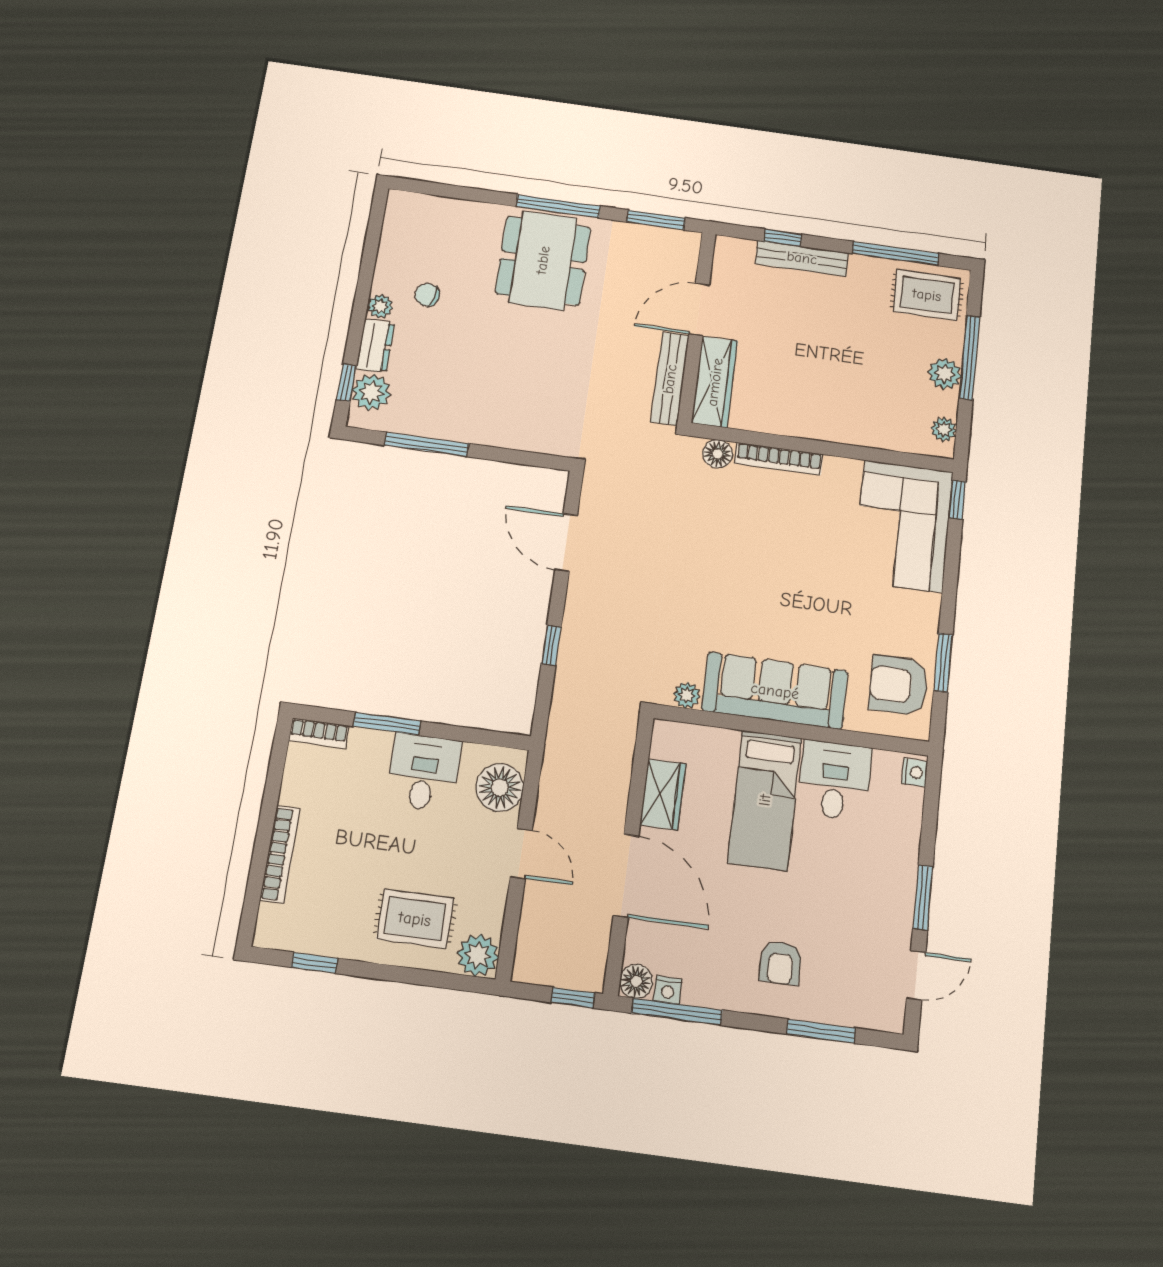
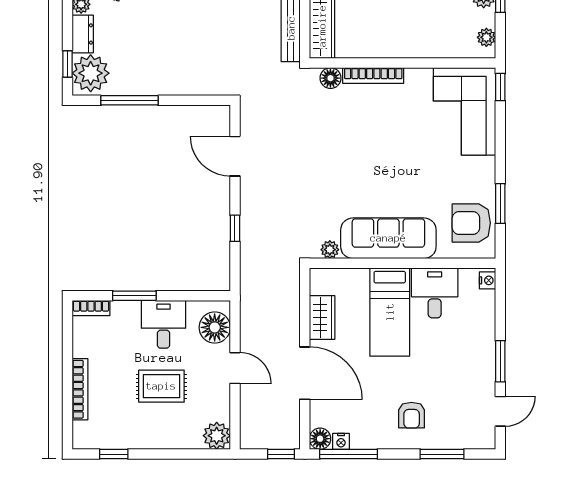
plant: (371, 392) -> (91, 73), width x1.36, depth x1.36
rug: (415, 919) -> (161, 386), moved

